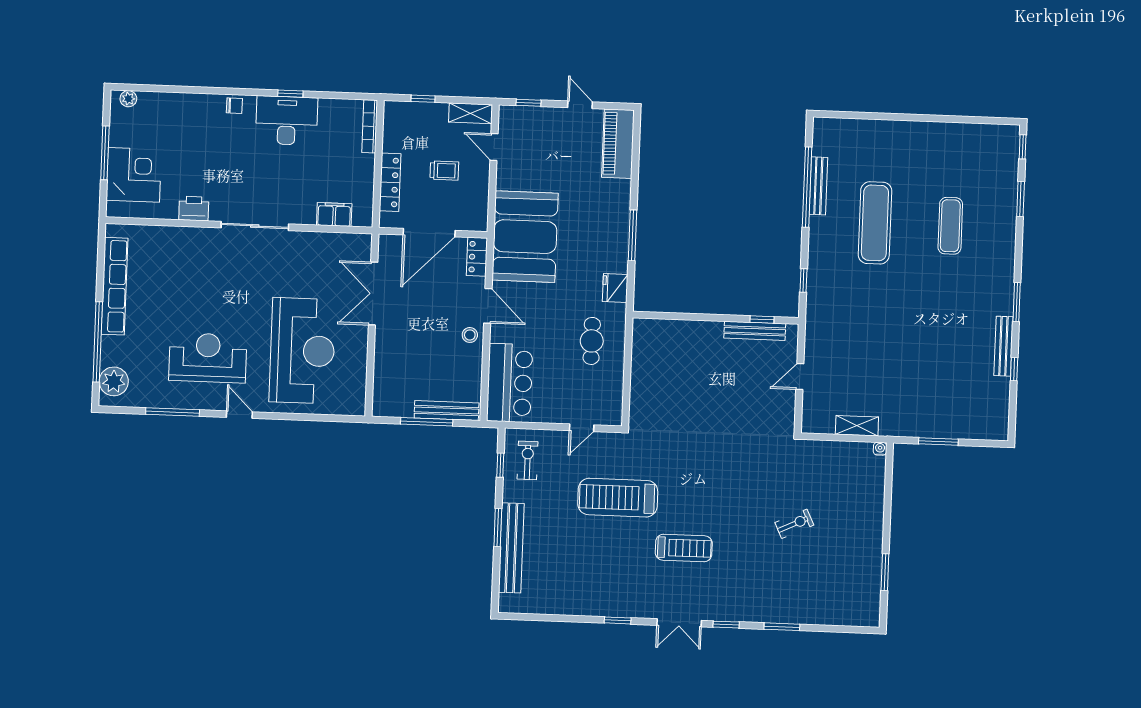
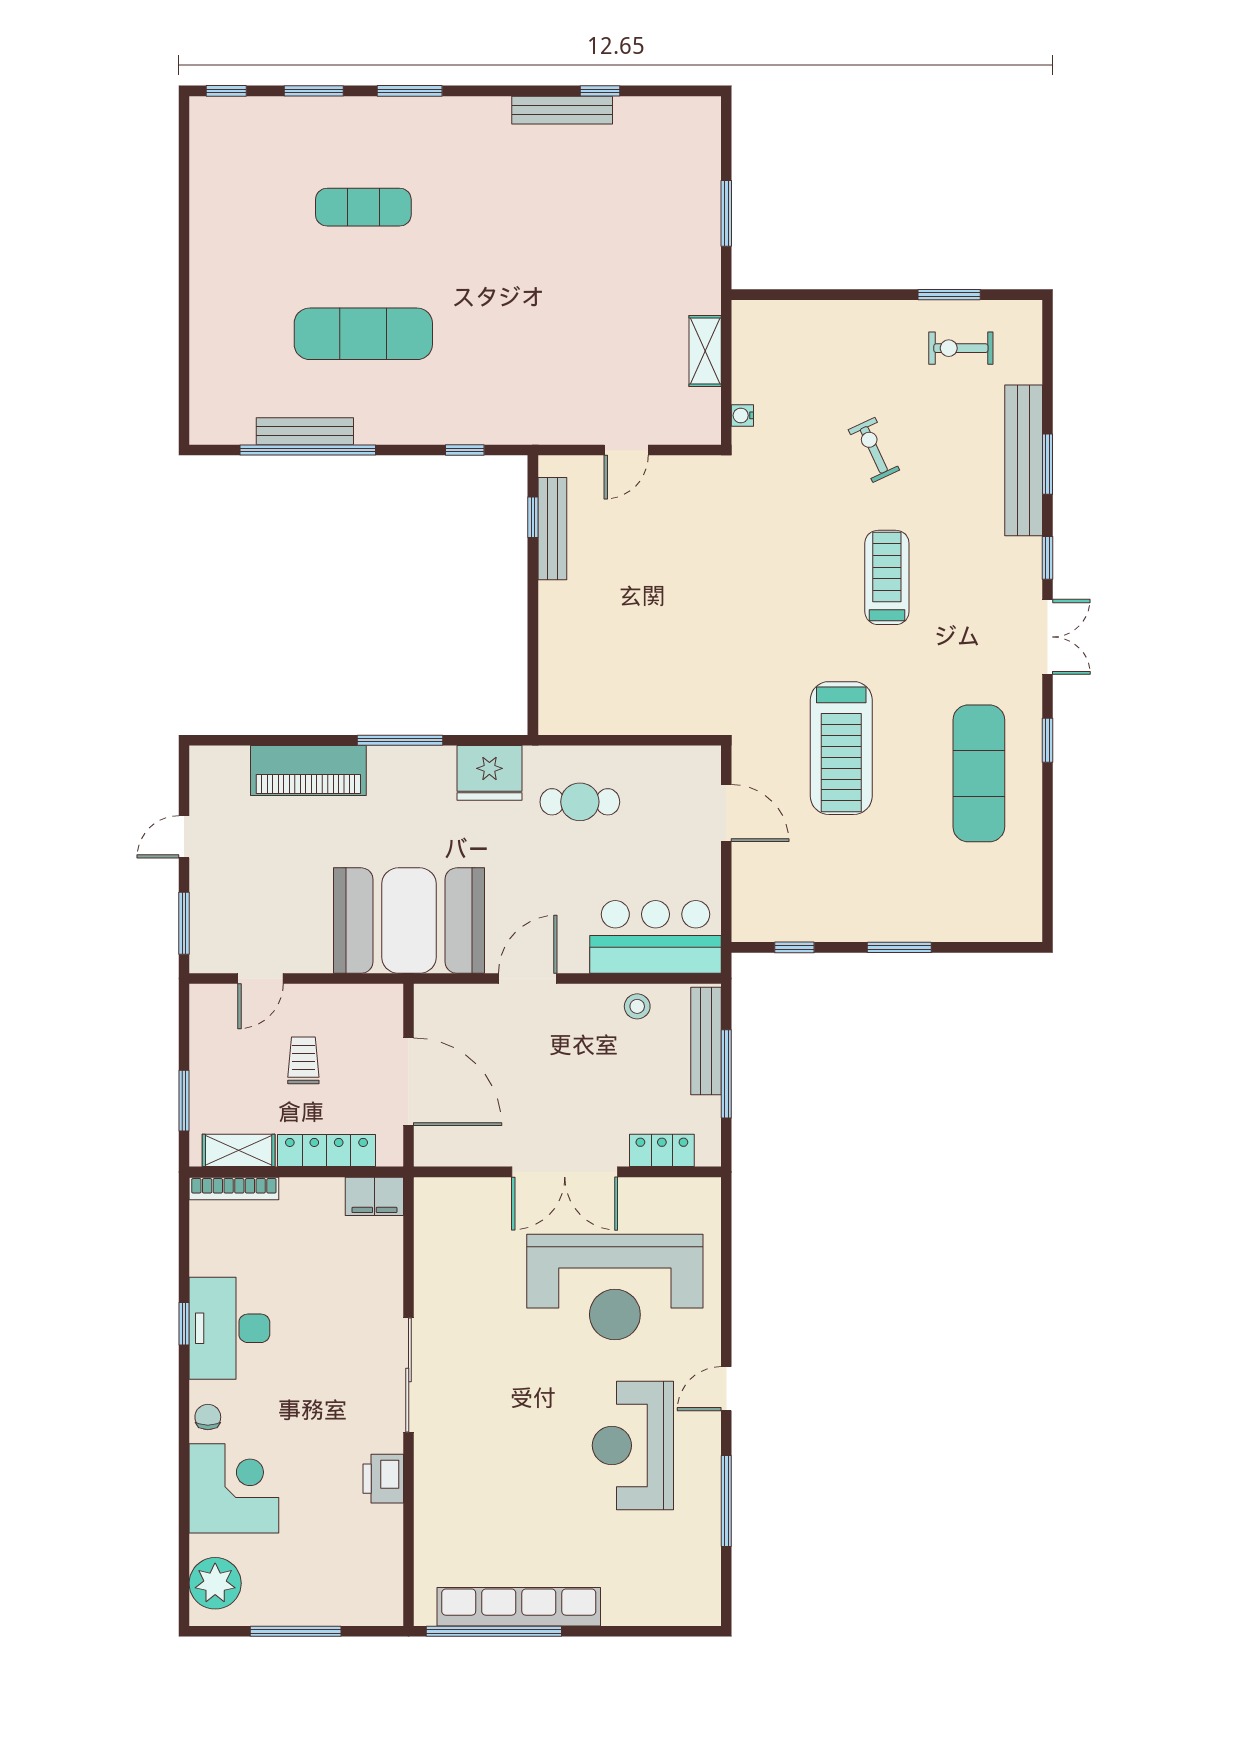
plant: (128, 99) -> (215, 1583), width x1.87, depth x1.87
window: (423, 99) -> (184, 1101), width x1.50
window: (529, 103) -> (184, 923), width x1.50
shelving: (471, 113) -> (239, 1150), moved, turned 90
piano: (618, 144) -> (308, 770), moved
corner desk: (134, 175) -> (234, 1488), moved, turned 90
filing cabinet: (334, 214) -> (374, 1196), moved, turned -90
locker: (477, 257) -> (662, 1150), moved, turned 180
fridge: (615, 288) -> (489, 773), width x1.36, depth x1.34
double door: (373, 294) -> (565, 1172), moved
window: (1017, 302) -> (410, 91), moved
stool: (470, 335) -> (637, 1006), moved
window: (98, 342) -> (494, 1631), moved
reception desk: (302, 351) -> (615, 1287), turned 180
door: (800, 377) -> (626, 450), hinge flipped
plant: (114, 381) -> (679, 1602), removed
door: (582, 428) -> (726, 813), width x1.37
water cooler: (880, 449) -> (742, 415), moved
exercise bike: (528, 460) -> (961, 348), moved
bench: (511, 548) -> (1024, 460), moved, turned 90
treadmill: (684, 548) -> (887, 577), moved
exercise mat: (600, 579) -> (979, 773), added

